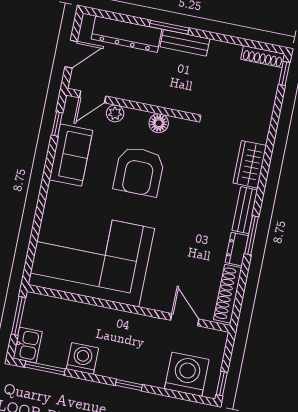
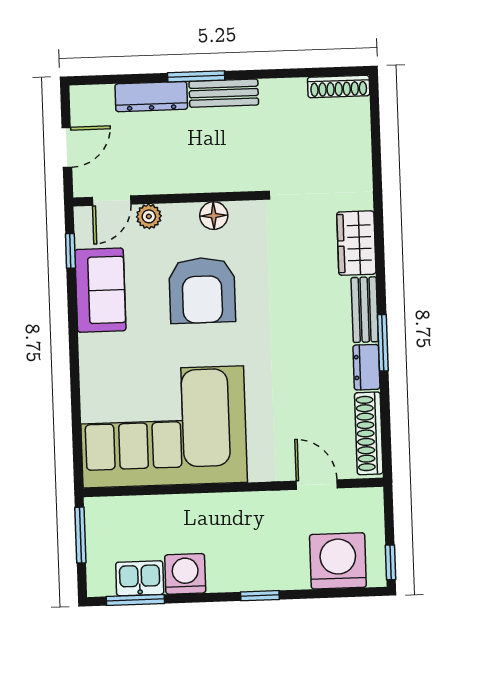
dresser: (127, 34) -> (151, 97), width x0.73, depth x0.80
window: (284, 74) -> (374, 103), removed
kitchen sink: (28, 345) -> (140, 578), moved, turned -90

